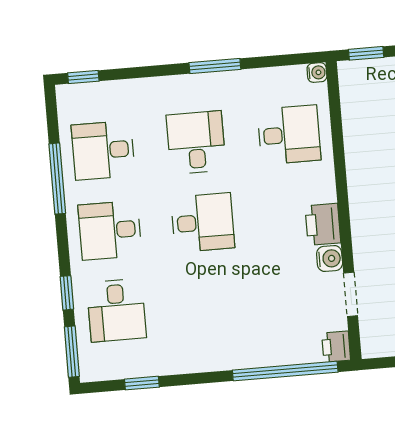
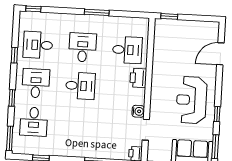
water cooler: (317, 73) -> (145, 22), removed
window: (57, 179) -> (14, 55), width x0.46
printer: (323, 224) -> (138, 78), moved
desk: (110, 230) -> (36, 83), turned 90
window: (67, 293) -> (12, 98), moved

